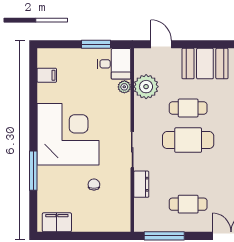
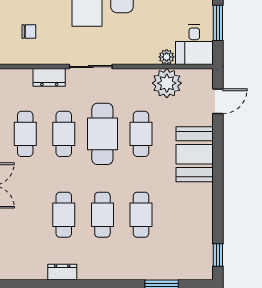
cafe table: (188, 172) -> (64, 134), added
chair: (94, 185) -> (29, 31), moved

